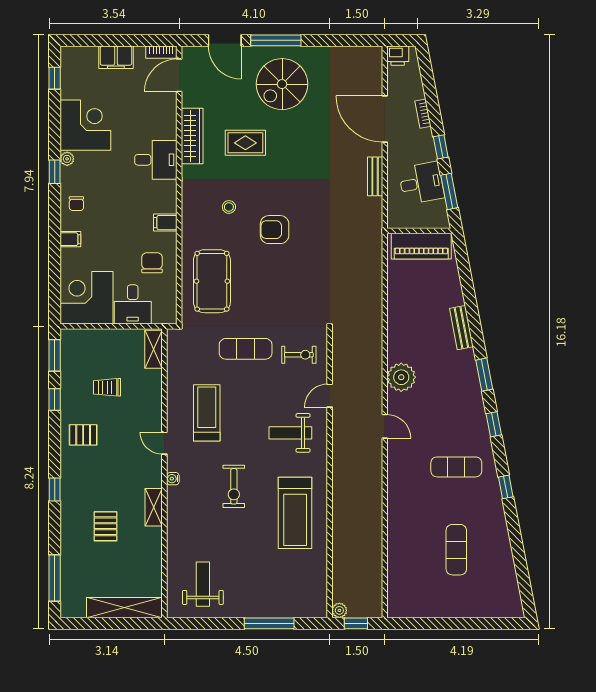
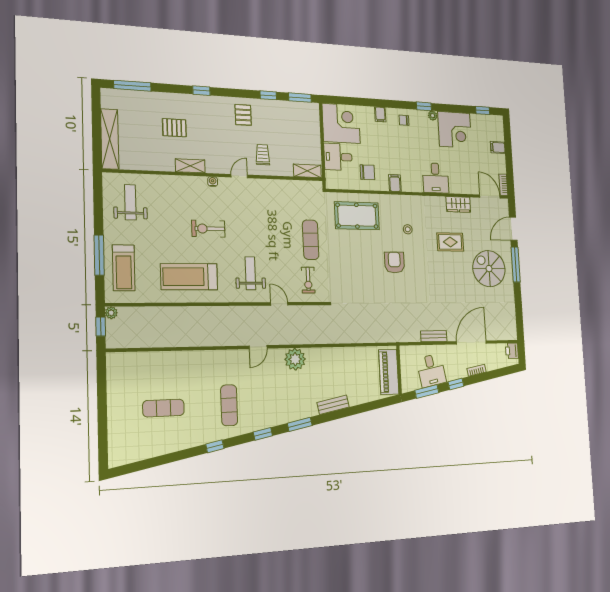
filing cabinet: (116, 57) -> (498, 147), width x0.50
wardrobe: (192, 136) -> (458, 204), width x0.67
rug: (245, 143) -> (450, 242), turned 90
trolley: (107, 387) -> (263, 155), moved
treadmill: (207, 413) -> (124, 268), moved, turned 90
weight bench: (203, 584) -> (130, 202), turned -90

